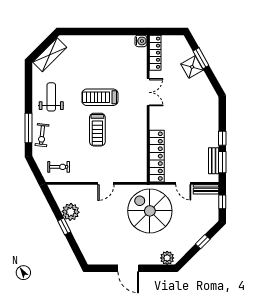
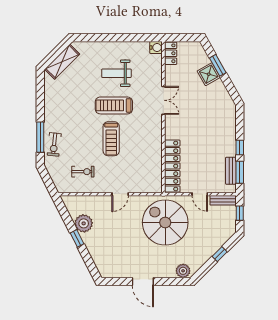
locker: (155, 53) -> (171, 53), width x0.66
weight bench: (51, 97) -> (116, 73), moved, turned -90
exercise bike: (59, 167) -> (83, 172), moved

